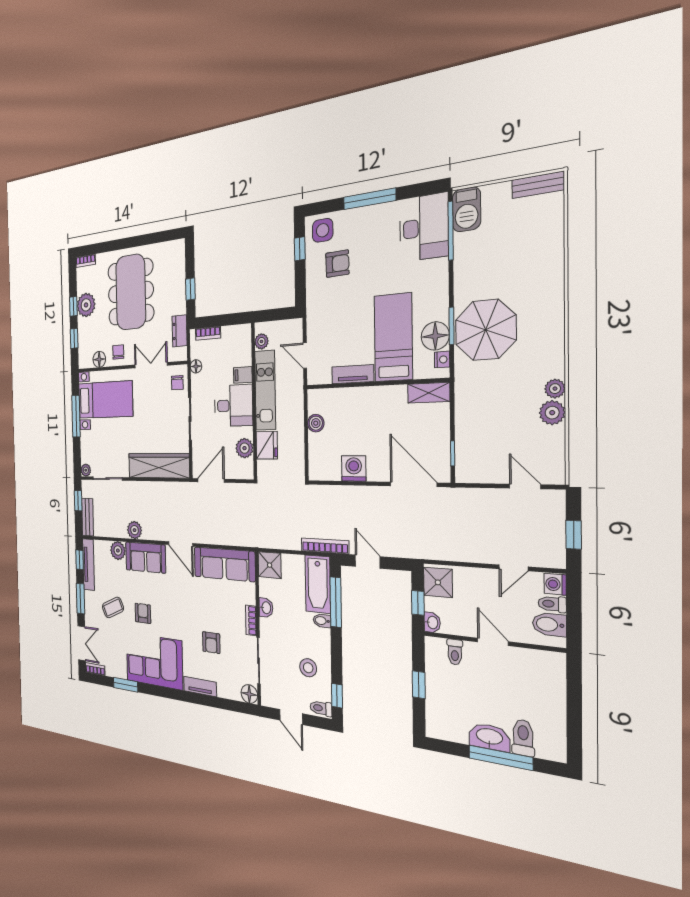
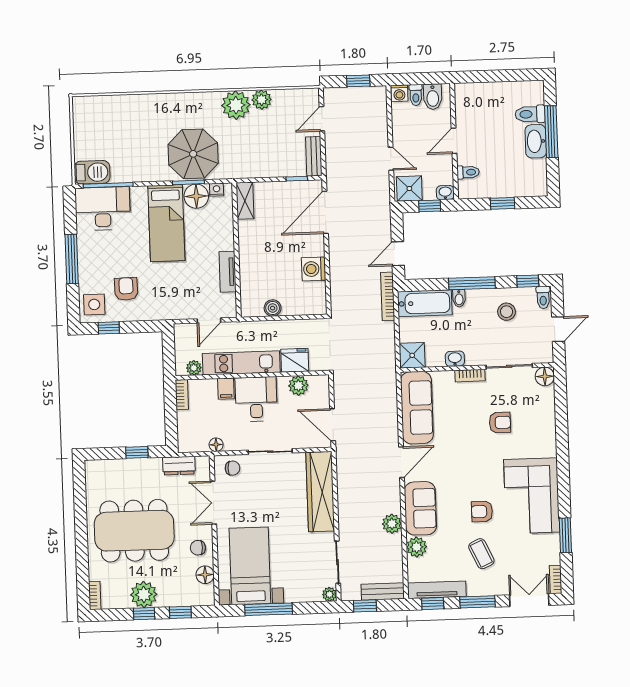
bench: (538, 185) -> (314, 156), moved
bookcase: (208, 333) -> (182, 395), moved
bed: (393, 337) -> (166, 223), moved, turned -90
plant: (555, 389) -> (236, 105), width x1.87, depth x1.87
door: (513, 568) -> (391, 159), moved
window: (336, 602) -> (472, 283), moved
tv unit: (200, 686) -> (548, 436), removed

